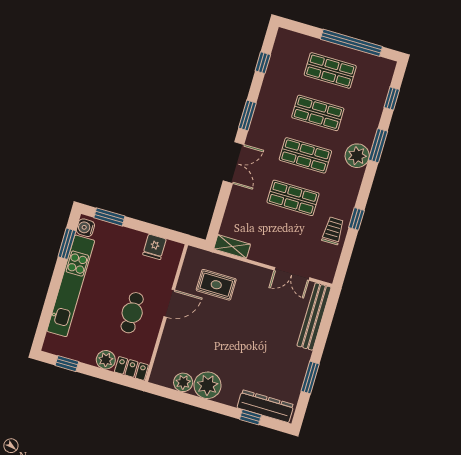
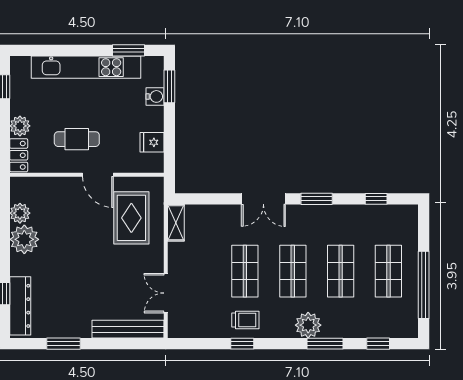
water cooler: (85, 228) -> (155, 96), moved, turned 90
trolley: (333, 231) -> (245, 320), moved
rug: (216, 285) -> (131, 218), width x1.36, depth x1.43

